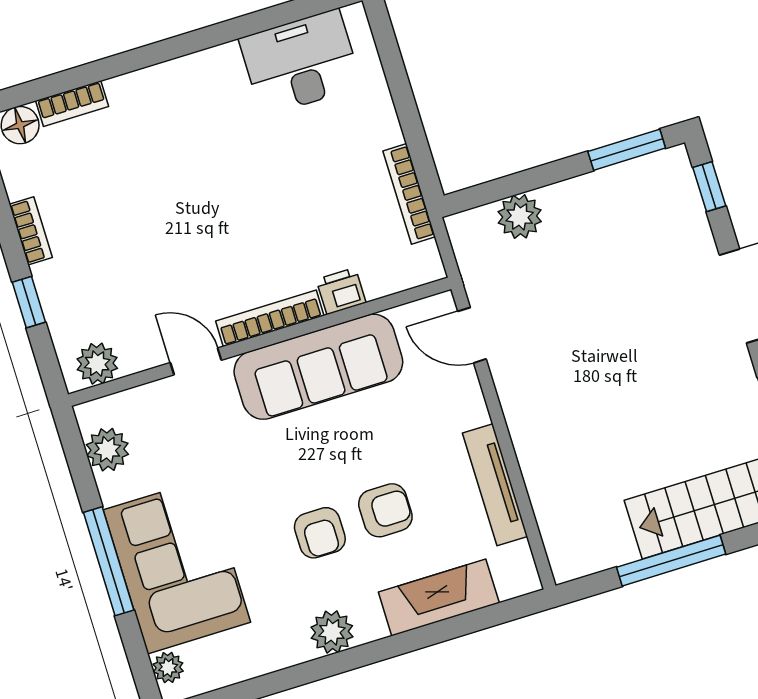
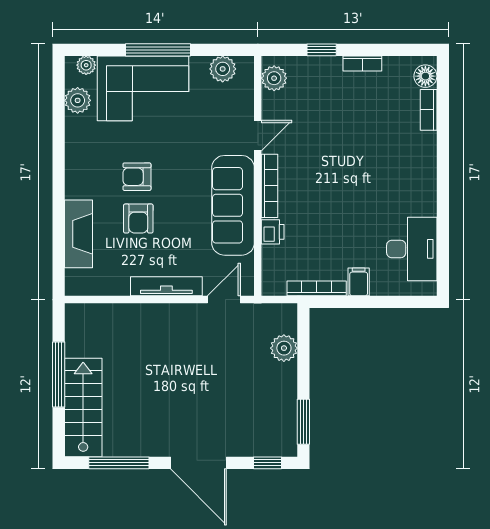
filing cabinet: (379, 131) -> (359, 282), added
tv unit: (495, 485) -> (166, 286), moved
plant: (332, 632) -> (78, 100), moved

